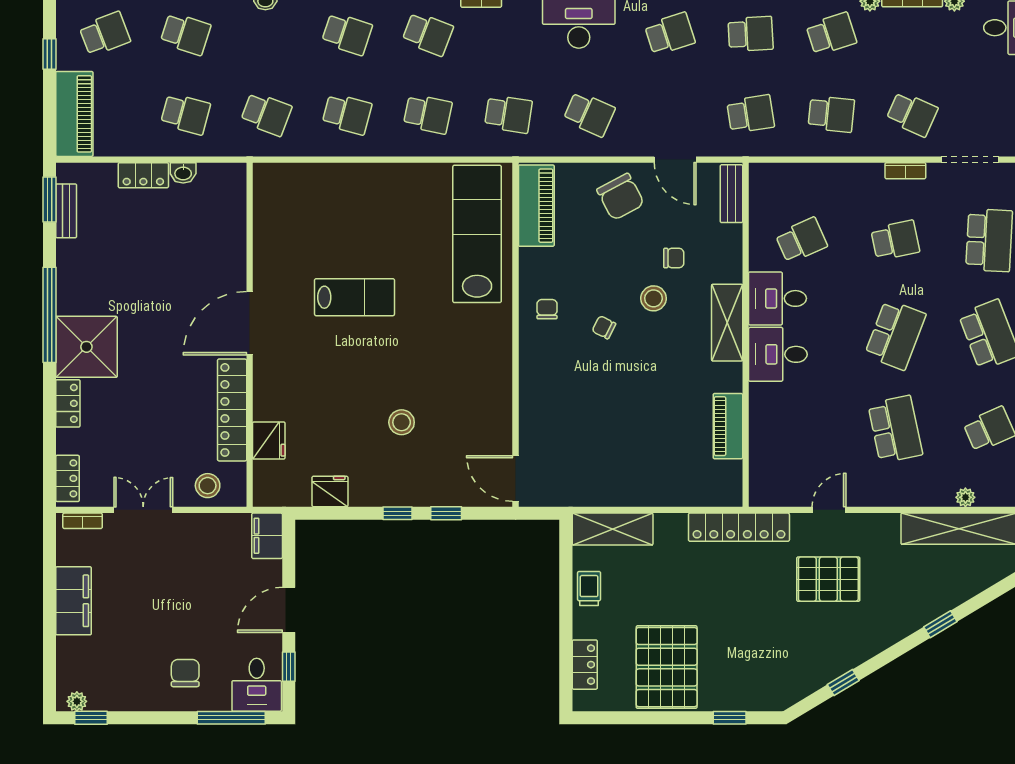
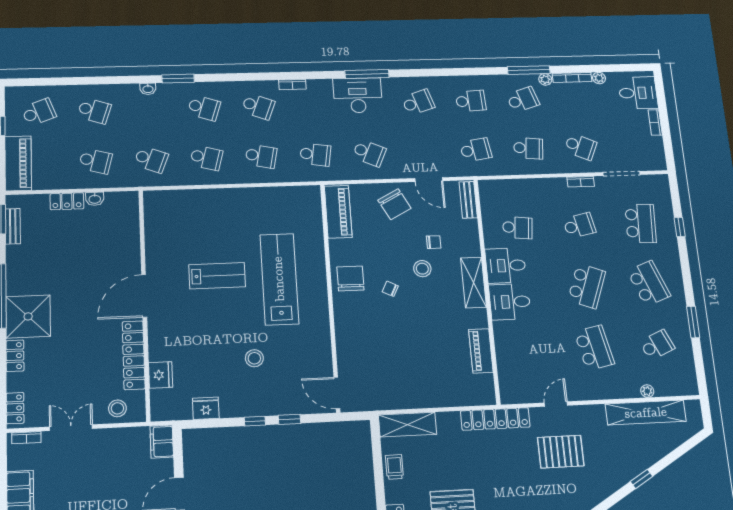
lab bench: (477, 234) -> (279, 279), moved
school desk: (801, 240) -> (517, 228), turned 30
chair: (547, 309) -> (350, 278), width x1.87, depth x1.87

